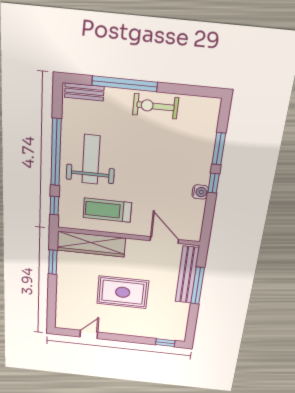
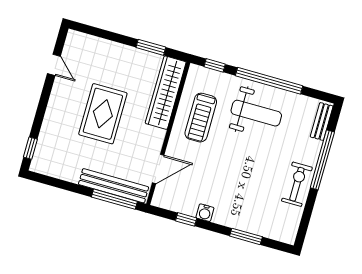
window: (213, 183) -> (186, 219), moved
treadmill: (107, 210) -> (201, 118), turned 180
window: (198, 286) -> (114, 199), moved

